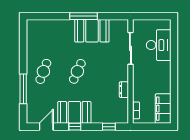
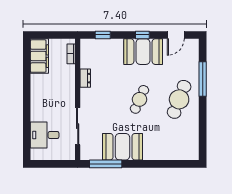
window: (83, 16) -> (106, 164), moved
desk: (159, 45) -> (45, 135), width x0.73
cafe table: (43, 71) -> (179, 99), width x1.37, depth x1.35

